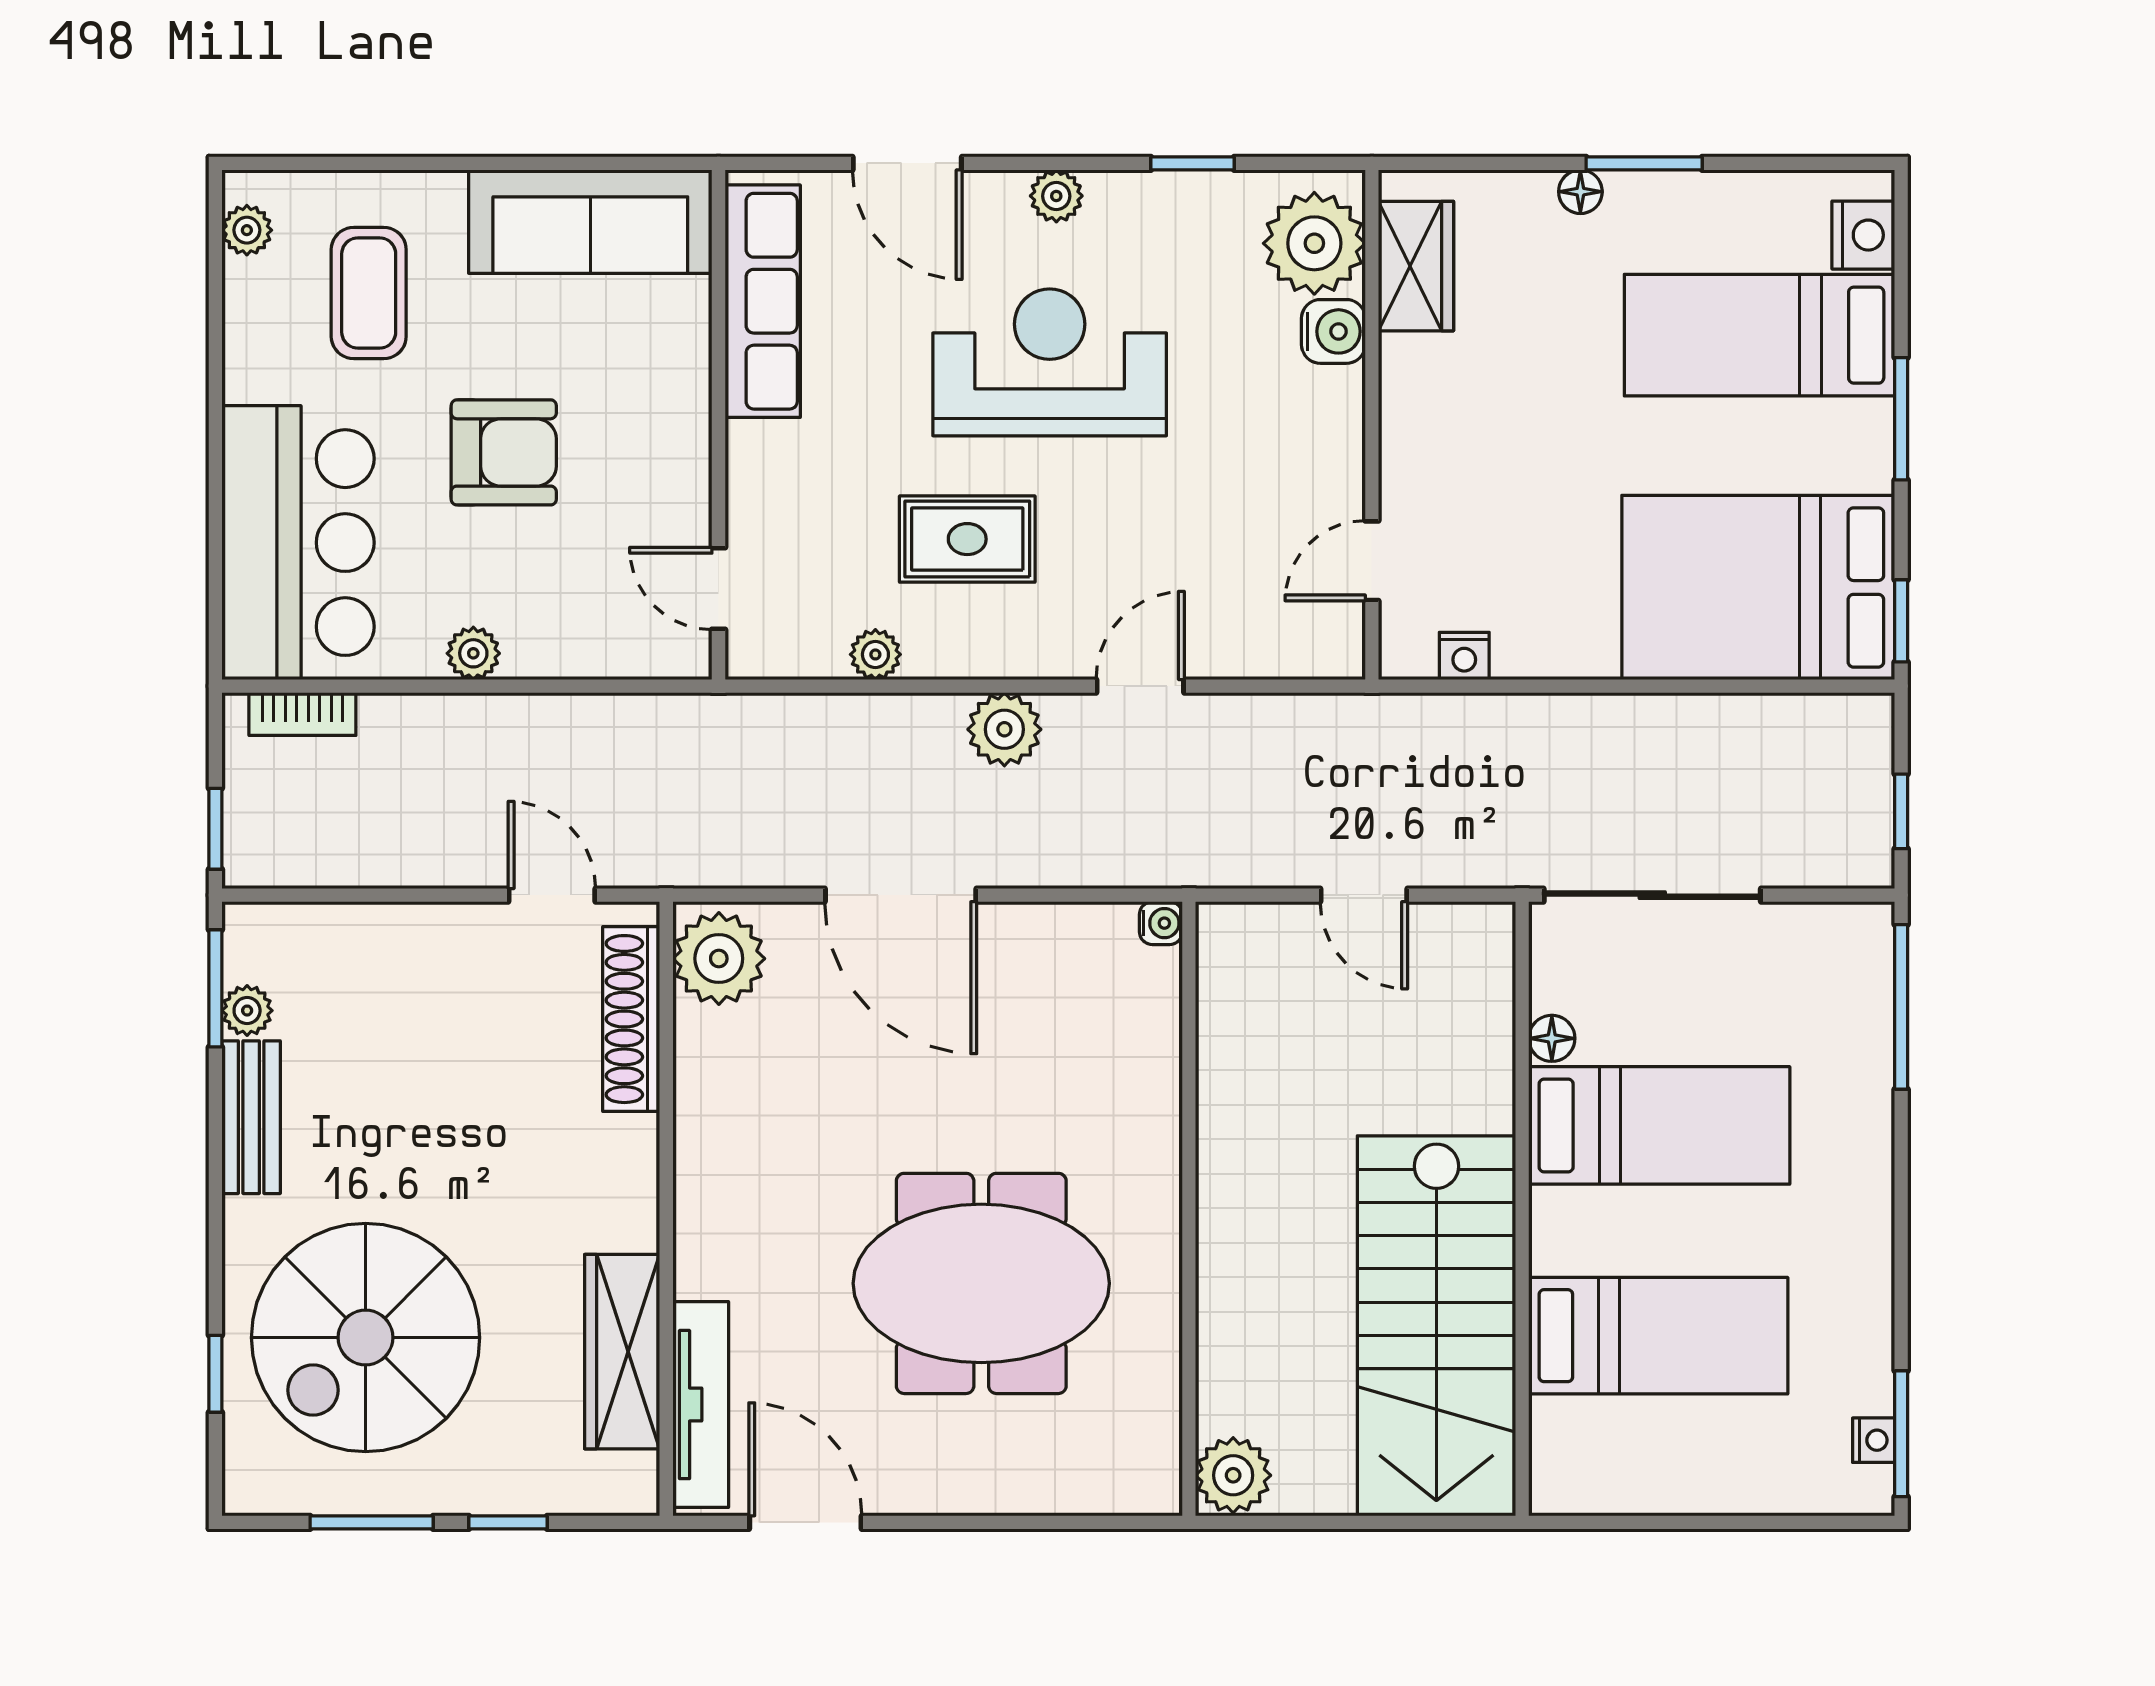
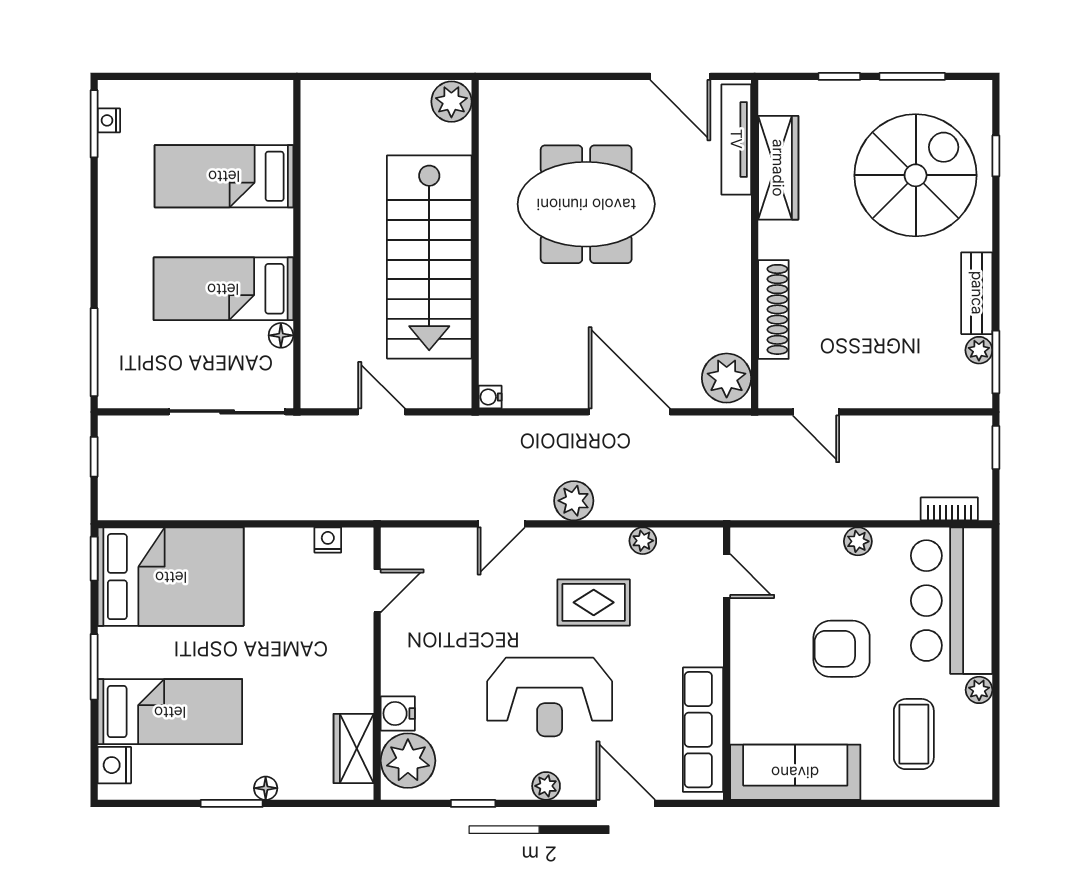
plant: (247, 230) -> (979, 690), moved
shoe rack: (631, 1019) -> (773, 309), moved
stairs: (1436, 1326) -> (429, 257), moved, turned 180

